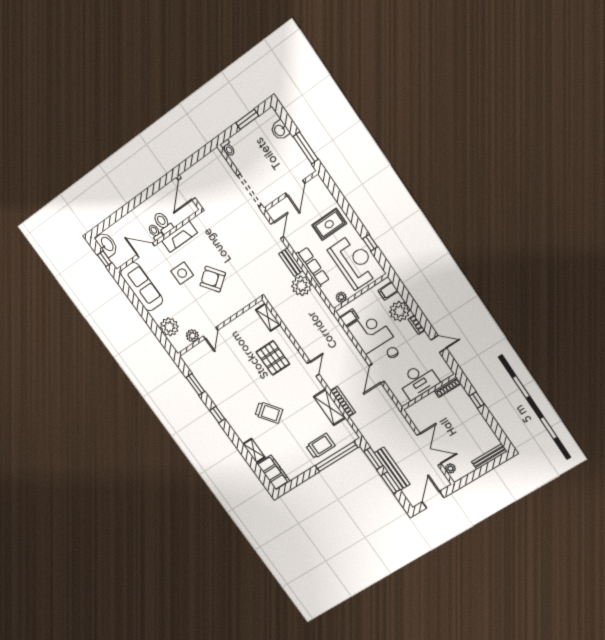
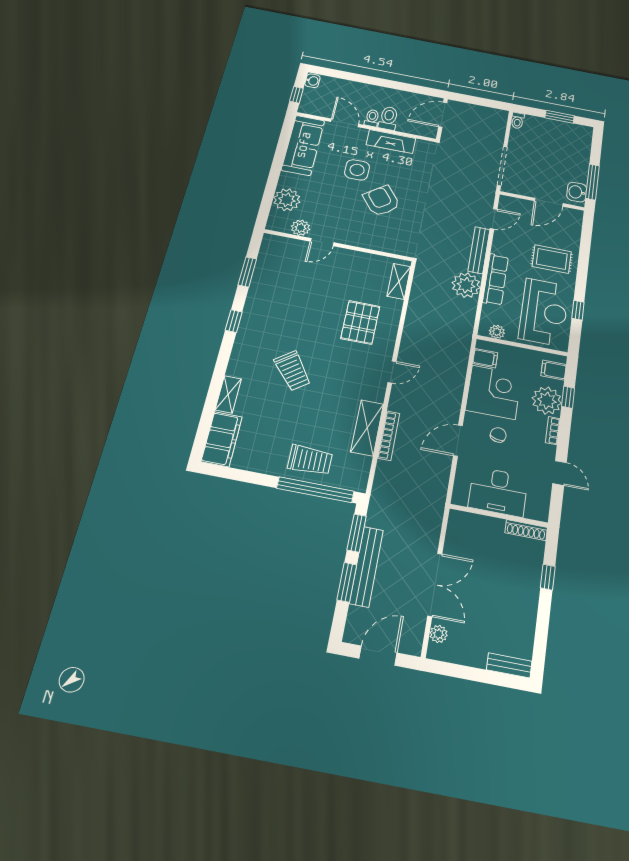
washbasin: (280, 130) -> (577, 192), moved
washbasin: (107, 244) -> (312, 81), width x0.52, depth x0.69
bench: (291, 262) -> (479, 250), width x1.36
window: (408, 299) -> (568, 397), added
bench: (489, 457) -> (509, 665), width x0.73

